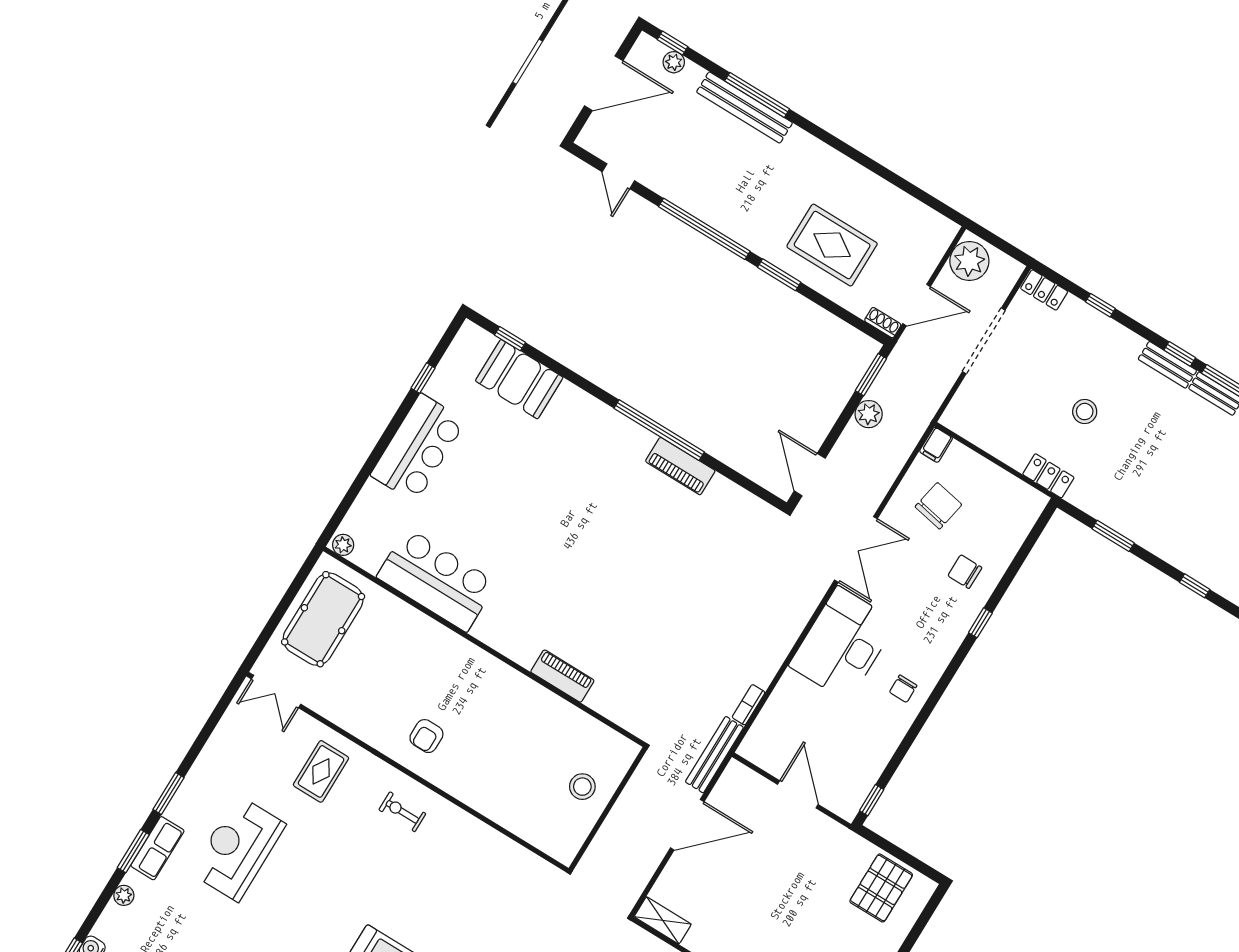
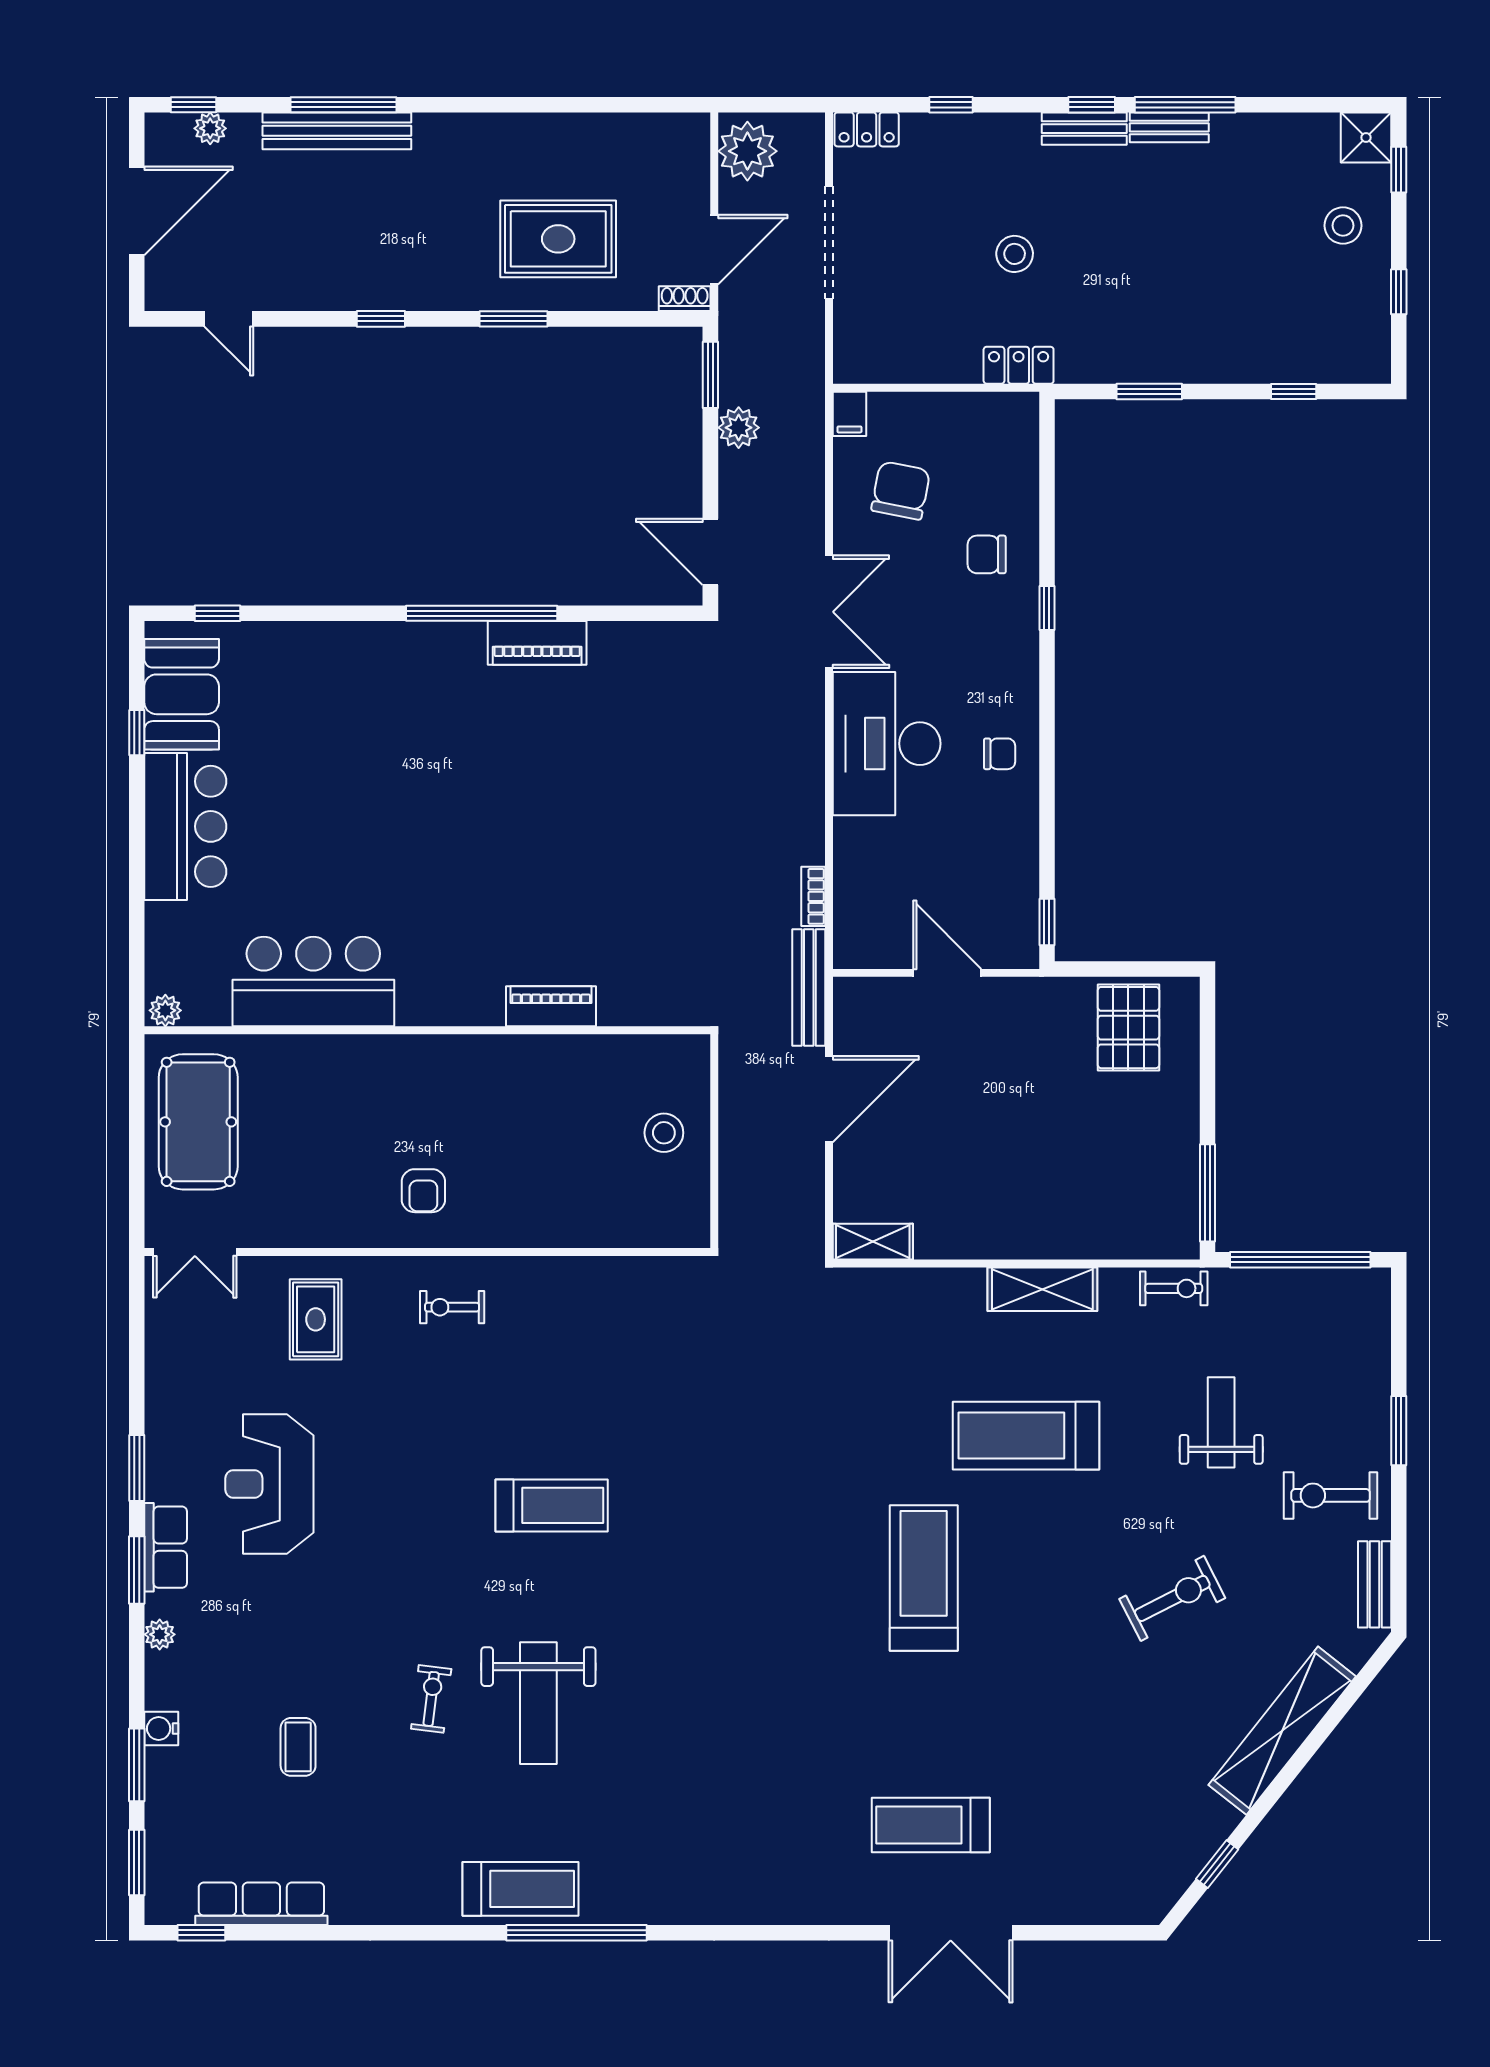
window: (704, 229) -> (381, 319), width x0.32
booth: (519, 379) -> (182, 694), moved, turned 90
chair: (903, 689) -> (1000, 754), turned -90

